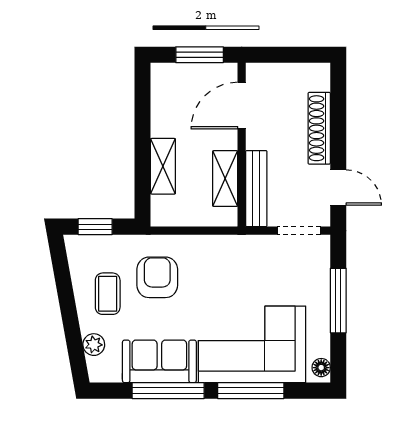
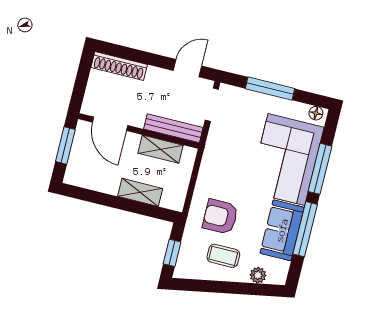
shoe rack: (319, 128) -> (119, 66), moved

